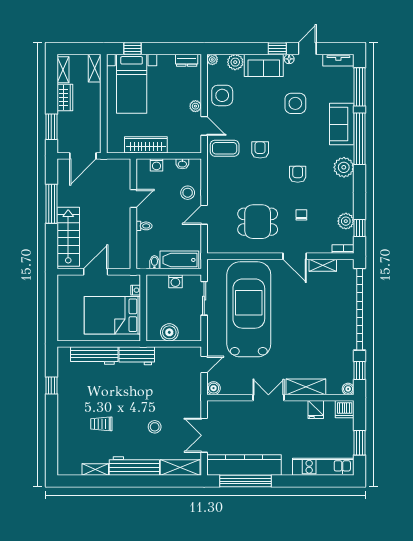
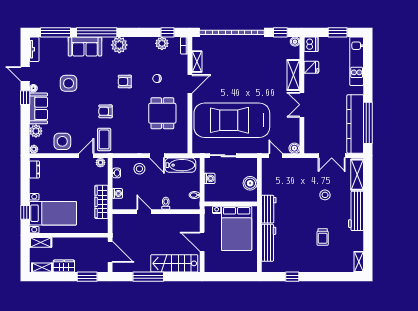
plant: (195, 106) -> (100, 163), moved
bathtub: (179, 260) -> (180, 165), moved, turned -90
shelving: (95, 469) -> (359, 262), moved

